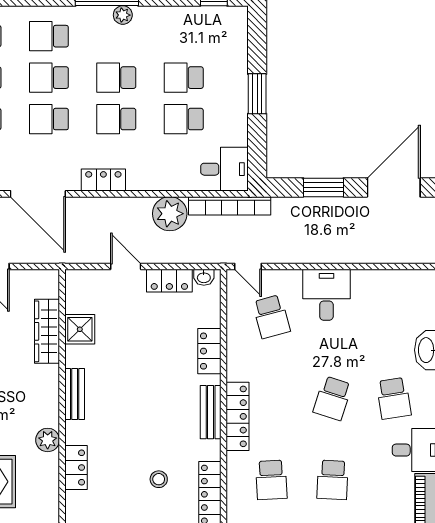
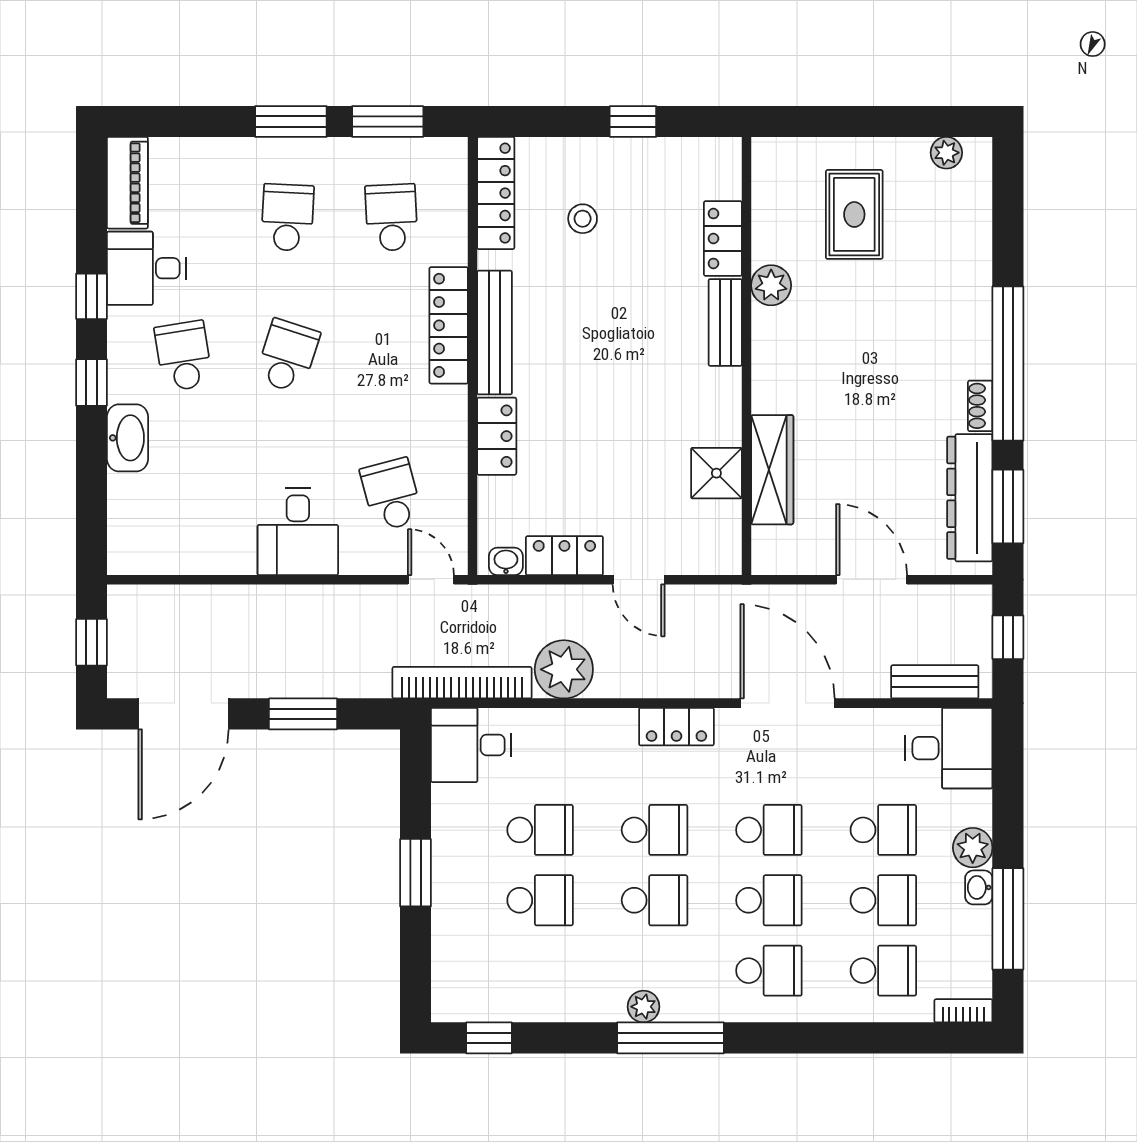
bench: (75, 394) -> (725, 322), moved
bench: (211, 412) -> (495, 333), width x1.36

